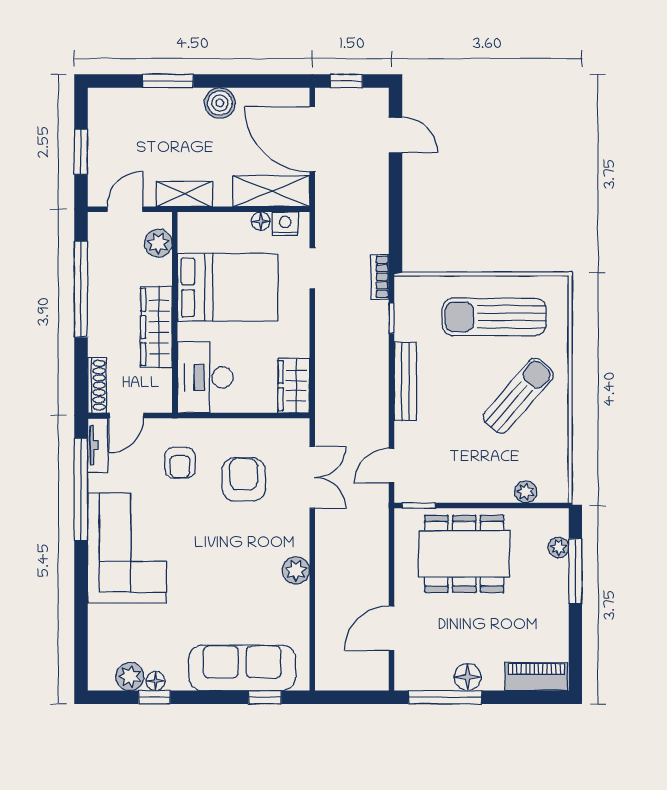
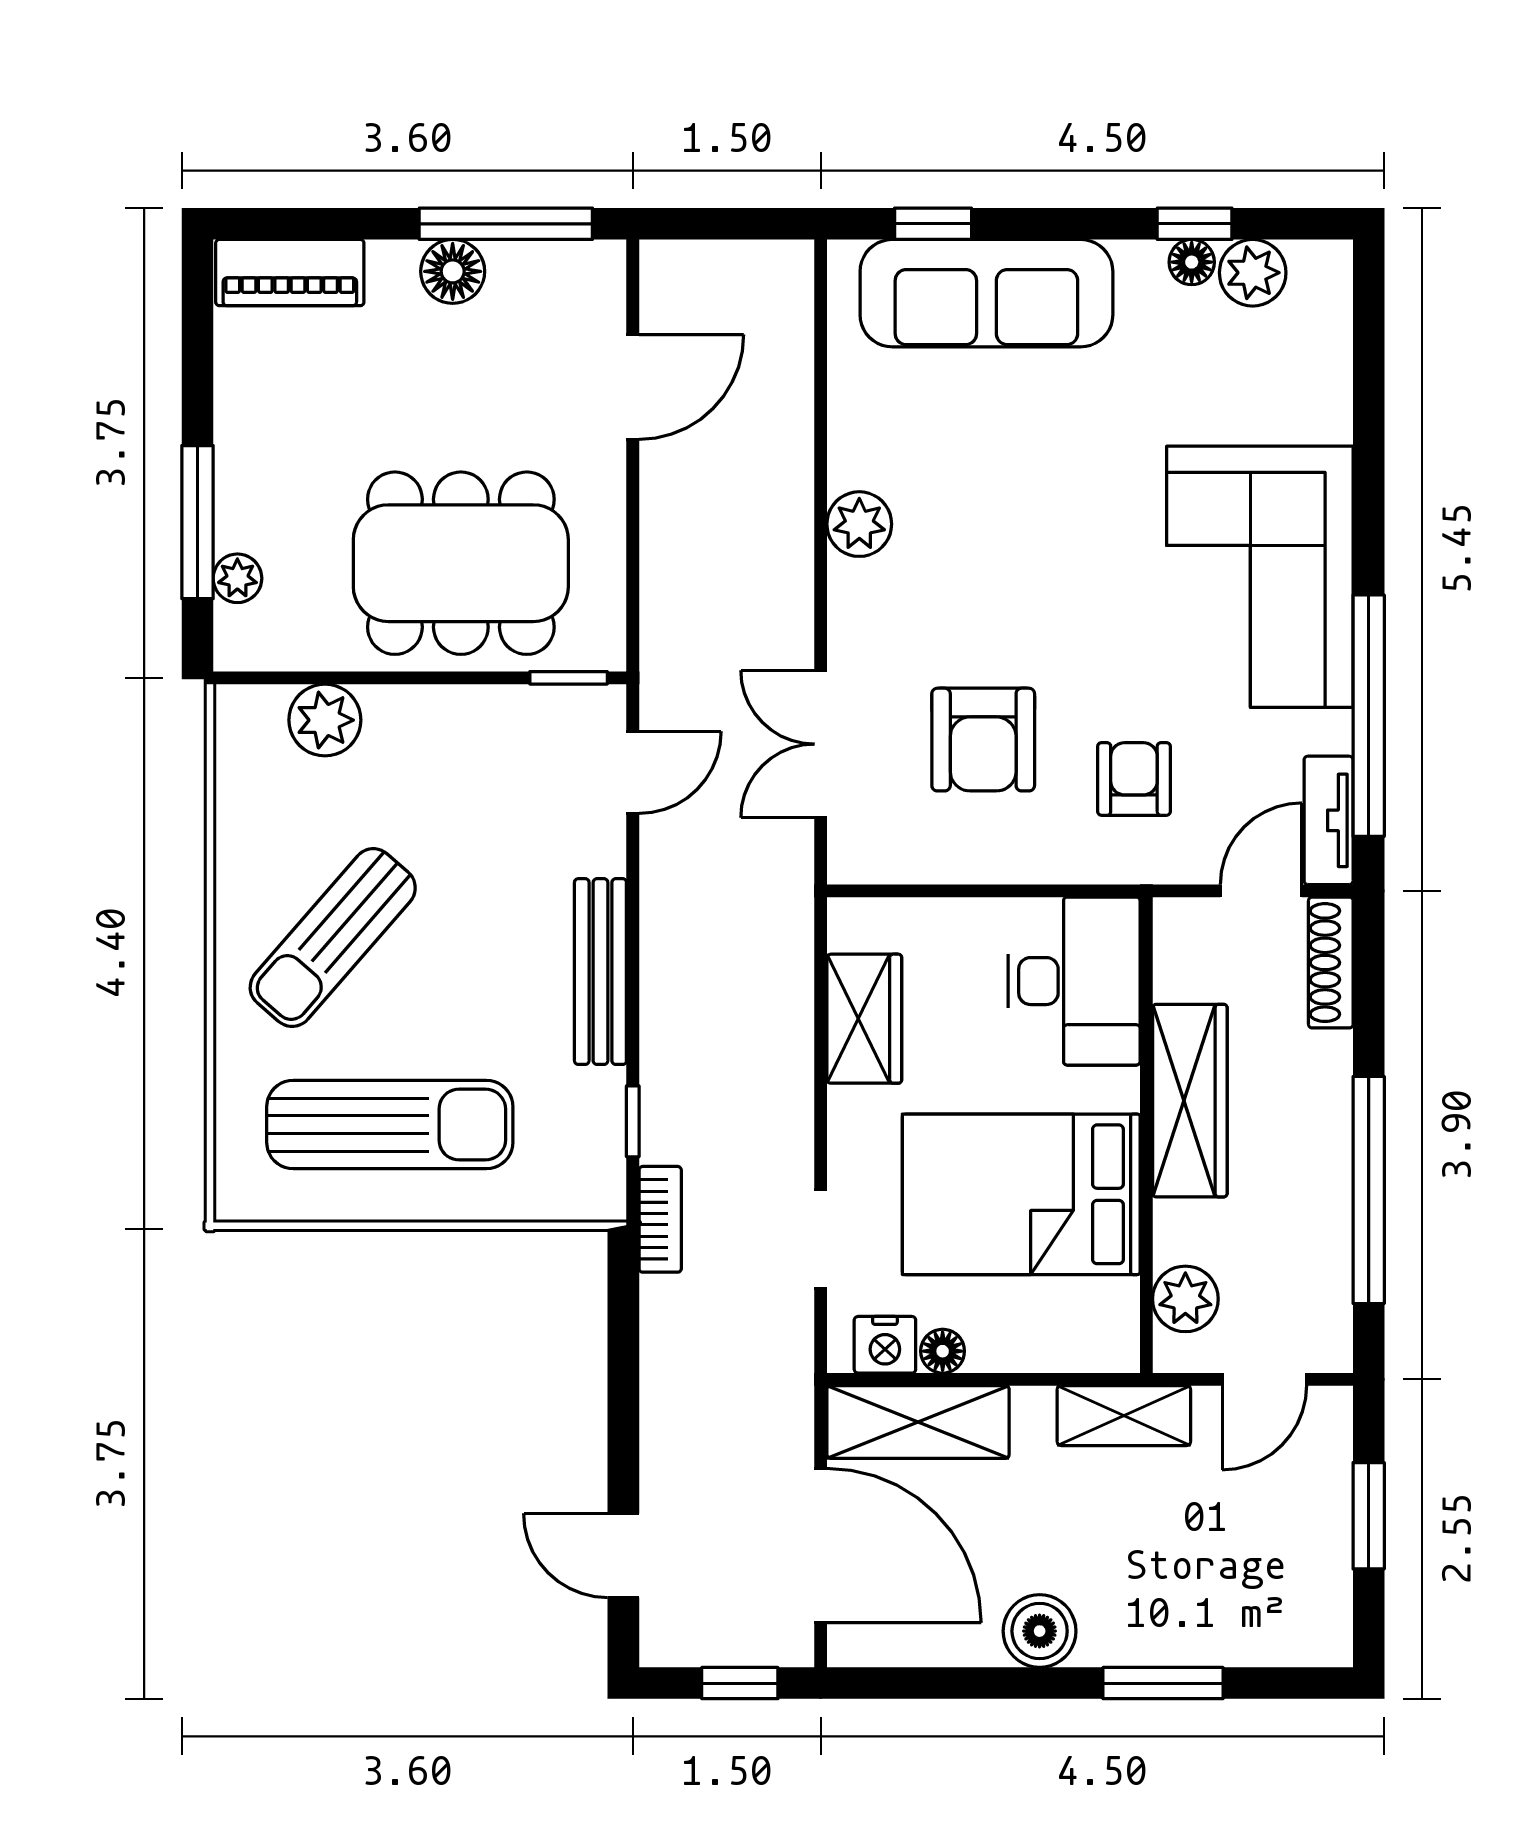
wardrobe: (294, 386) -> (864, 1019), moved
plant: (526, 492) -> (325, 720), width x1.38, depth x1.38

